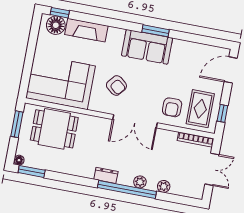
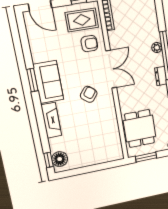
fireplace: (86, 30) -> (51, 120), moved
corner sofa: (61, 82) -> (102, 138), removed
plant: (164, 186) -> (154, 27), removed

